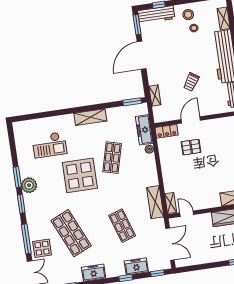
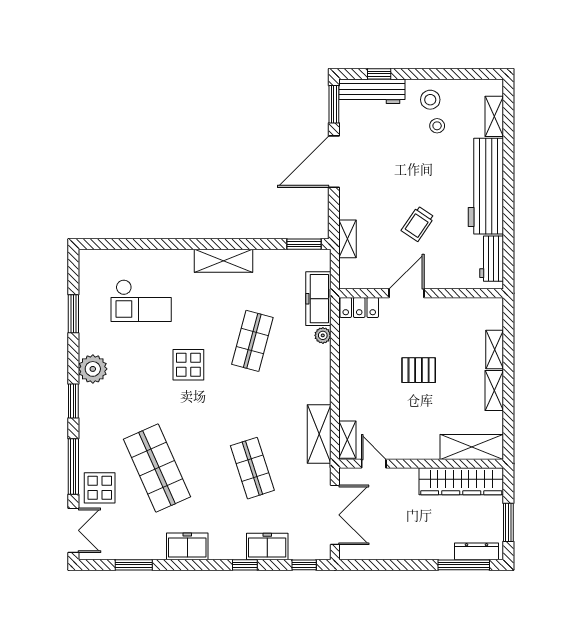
pallet: (191, 147) -> (419, 370), moved
display table: (80, 175) -> (188, 365), width x0.54, depth x0.54
window: (17, 177) -> (73, 314), moved

